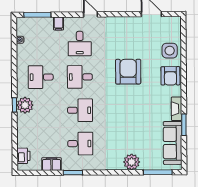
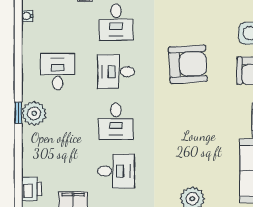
armchair: (128, 72) -> (188, 64), turned 87
desk: (41, 77) -> (58, 72), turned 90
desk: (80, 110) -> (116, 121), turned 90

